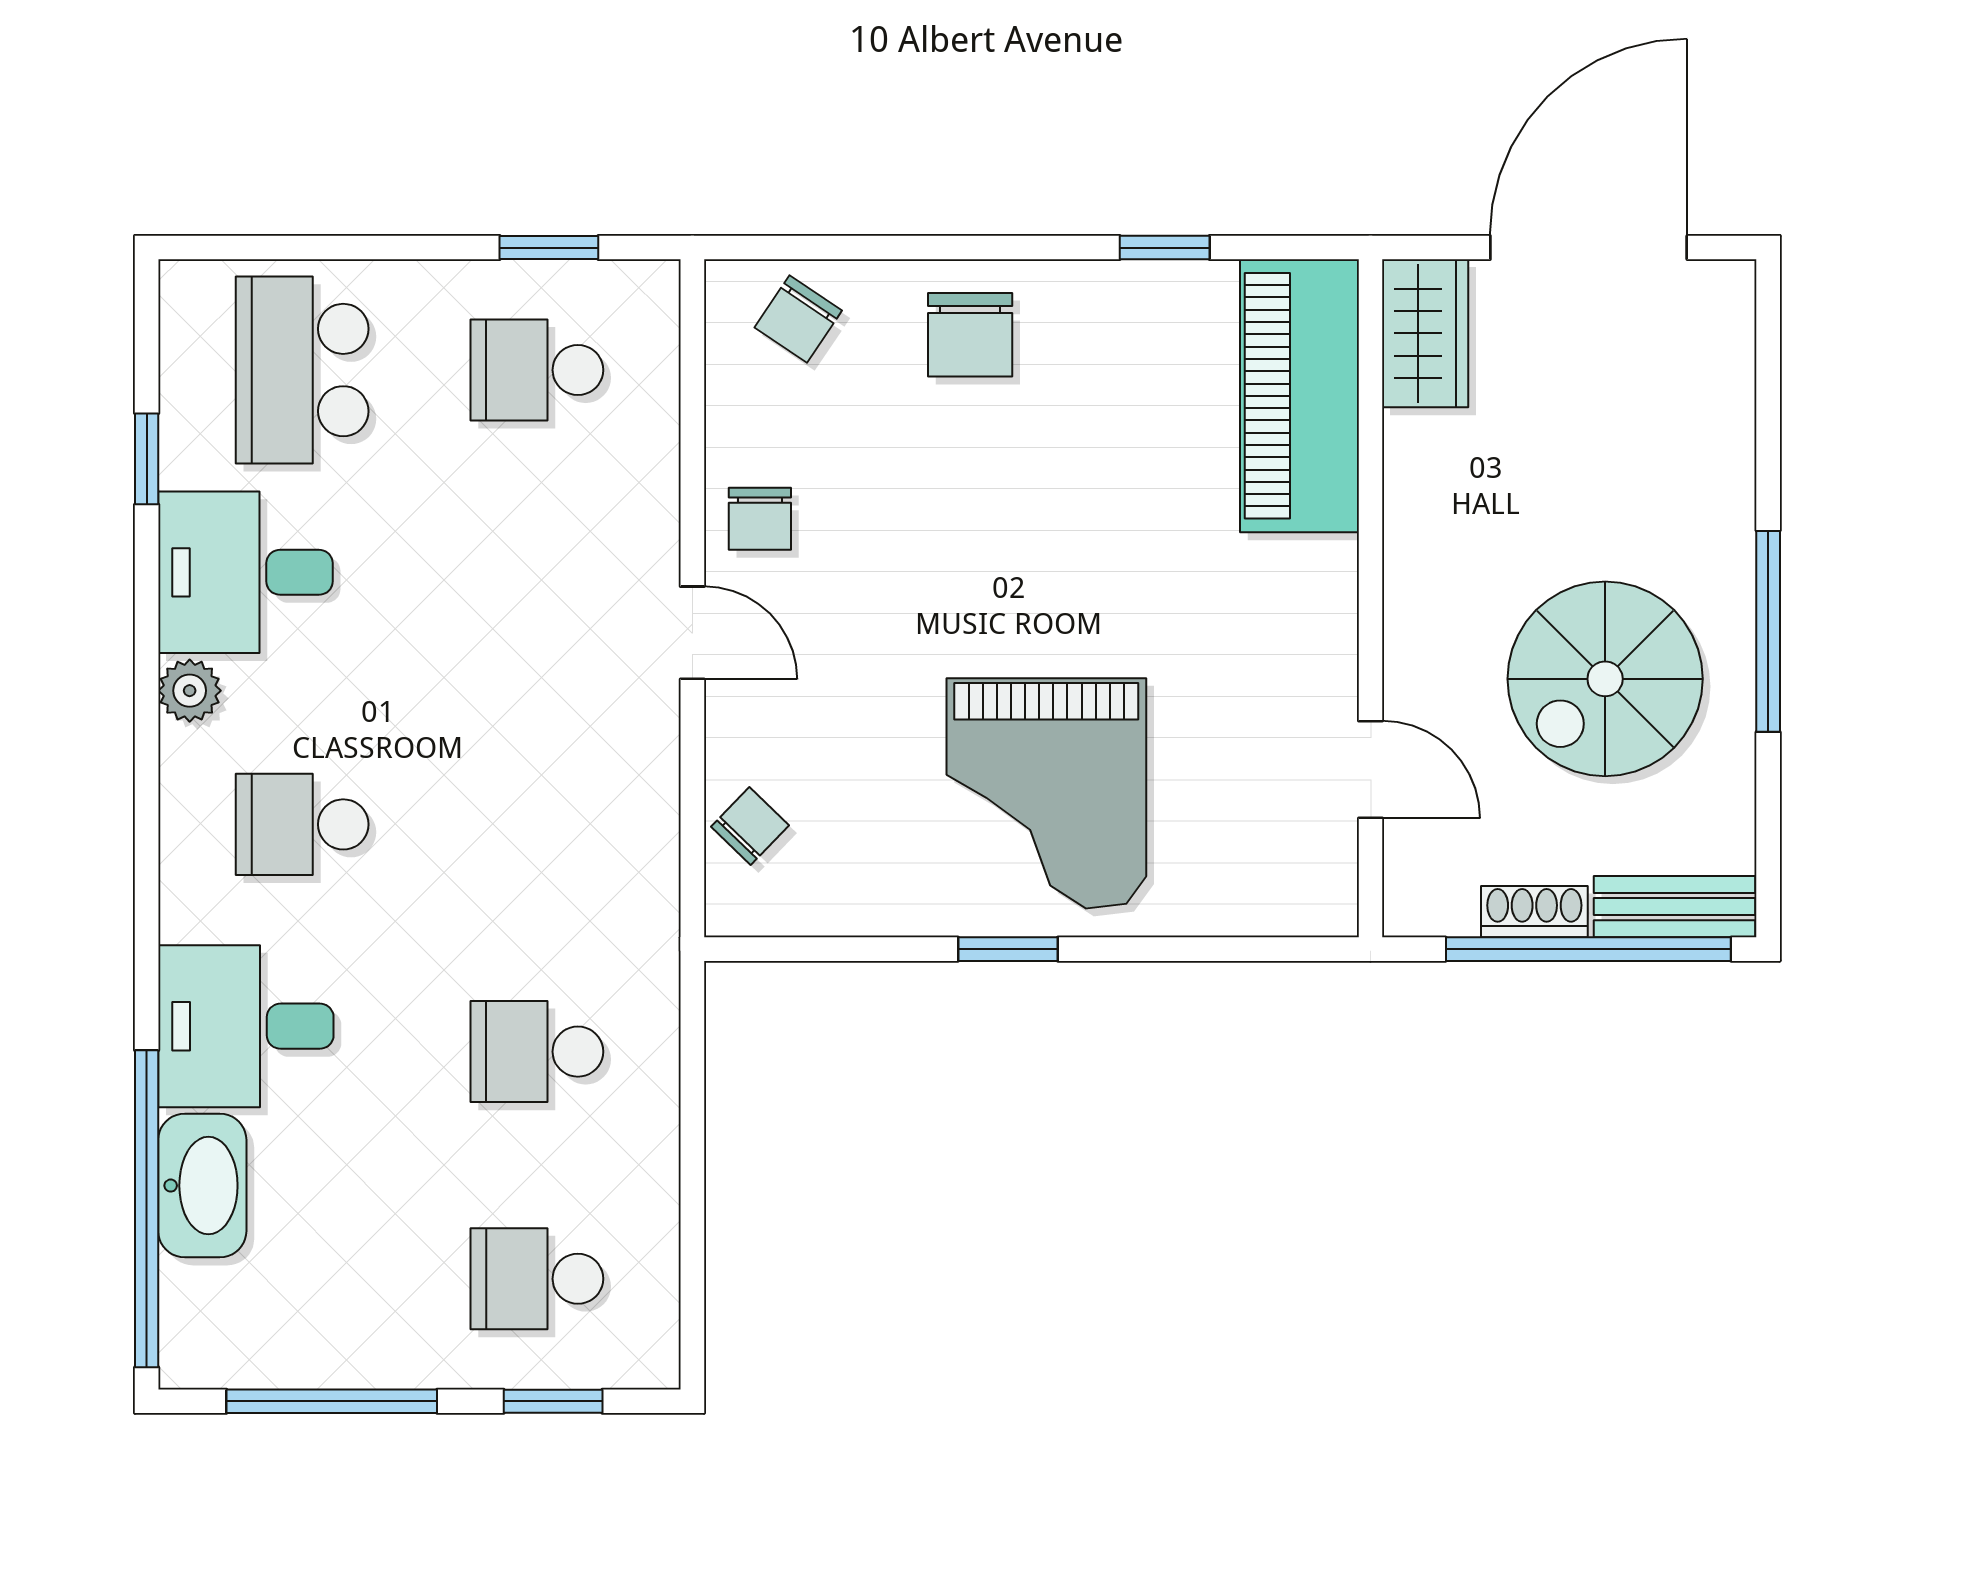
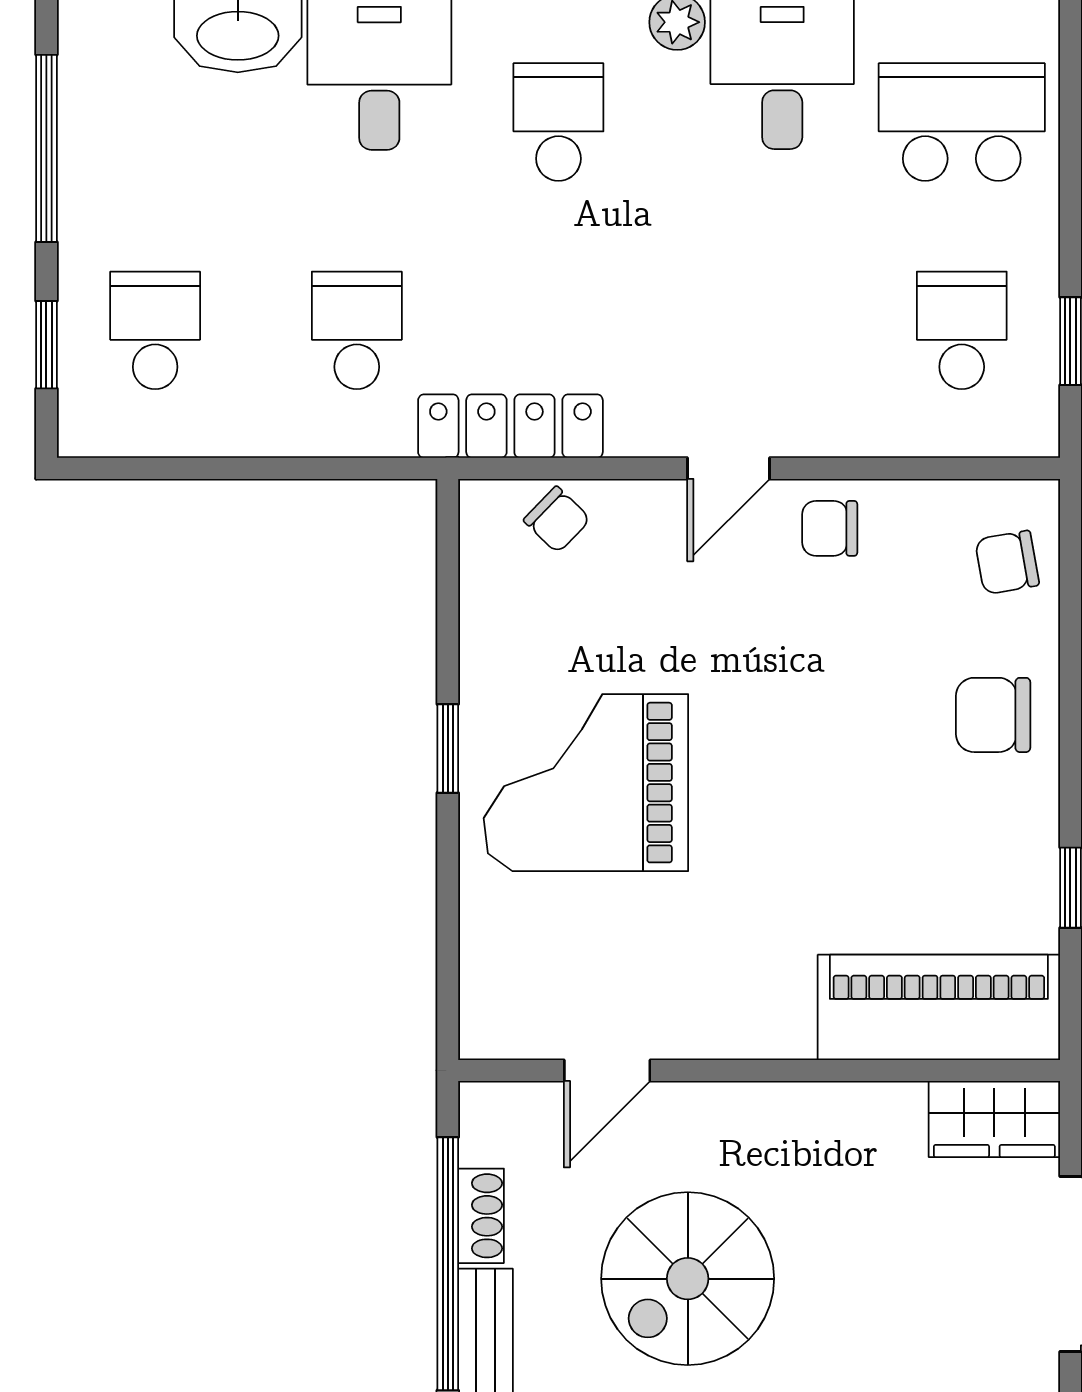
chair: (798, 319) -> (1007, 562), turned -44
spiral stairs: (1605, 679) -> (688, 1279), turned -90
locker: (645, 878) -> (510, 426), added

